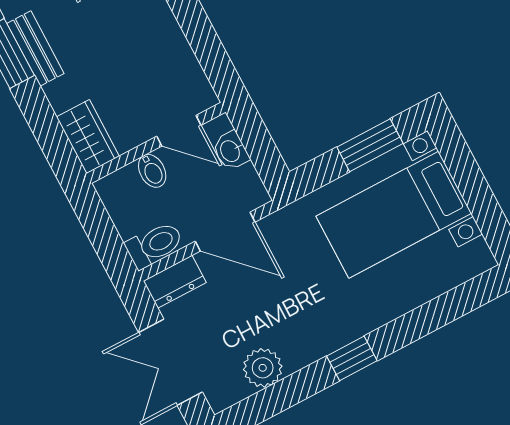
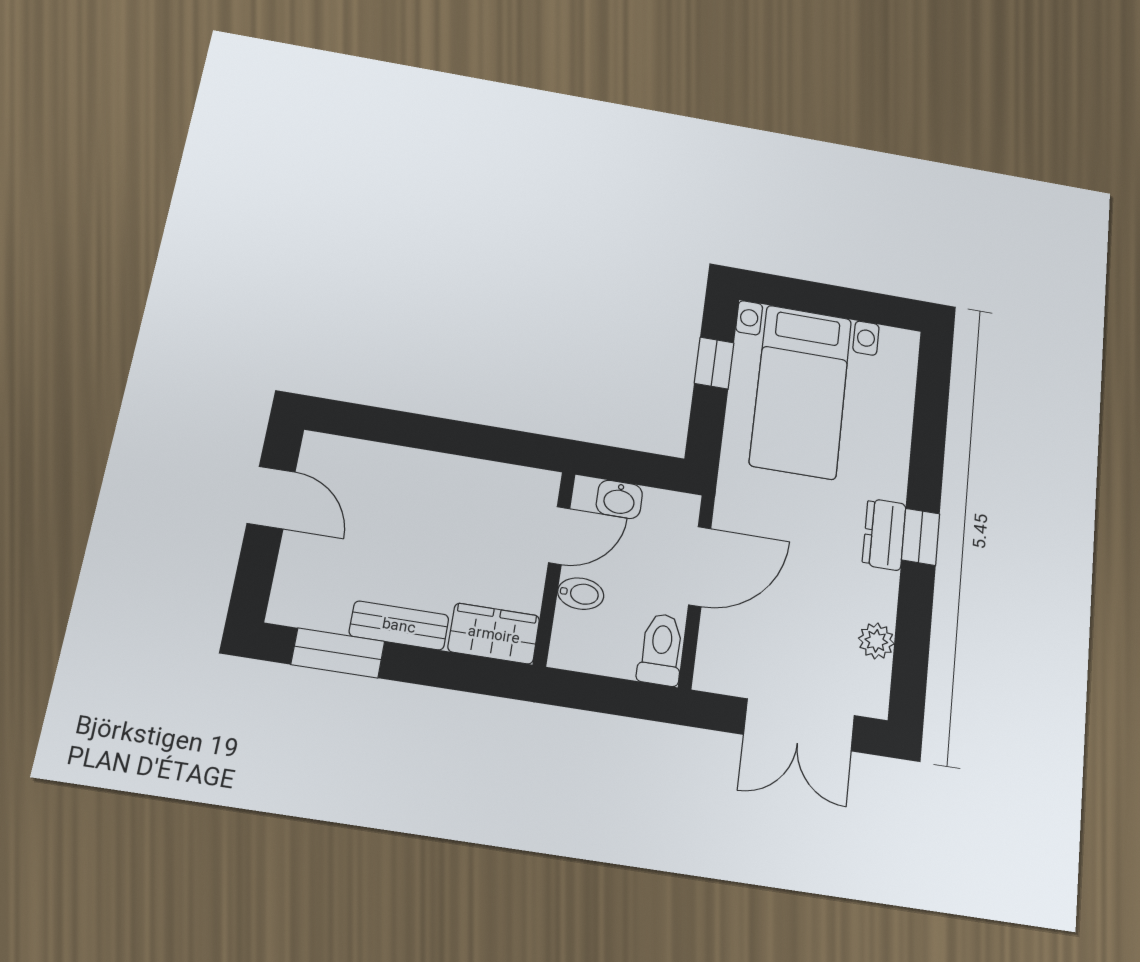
bench: (35, 48) -> (399, 625), moved
window: (370, 145) -> (714, 363), width x0.67
dresser: (175, 282) -> (884, 534), moved, turned 180
plant: (263, 368) -> (876, 641), width x0.73, depth x0.73

